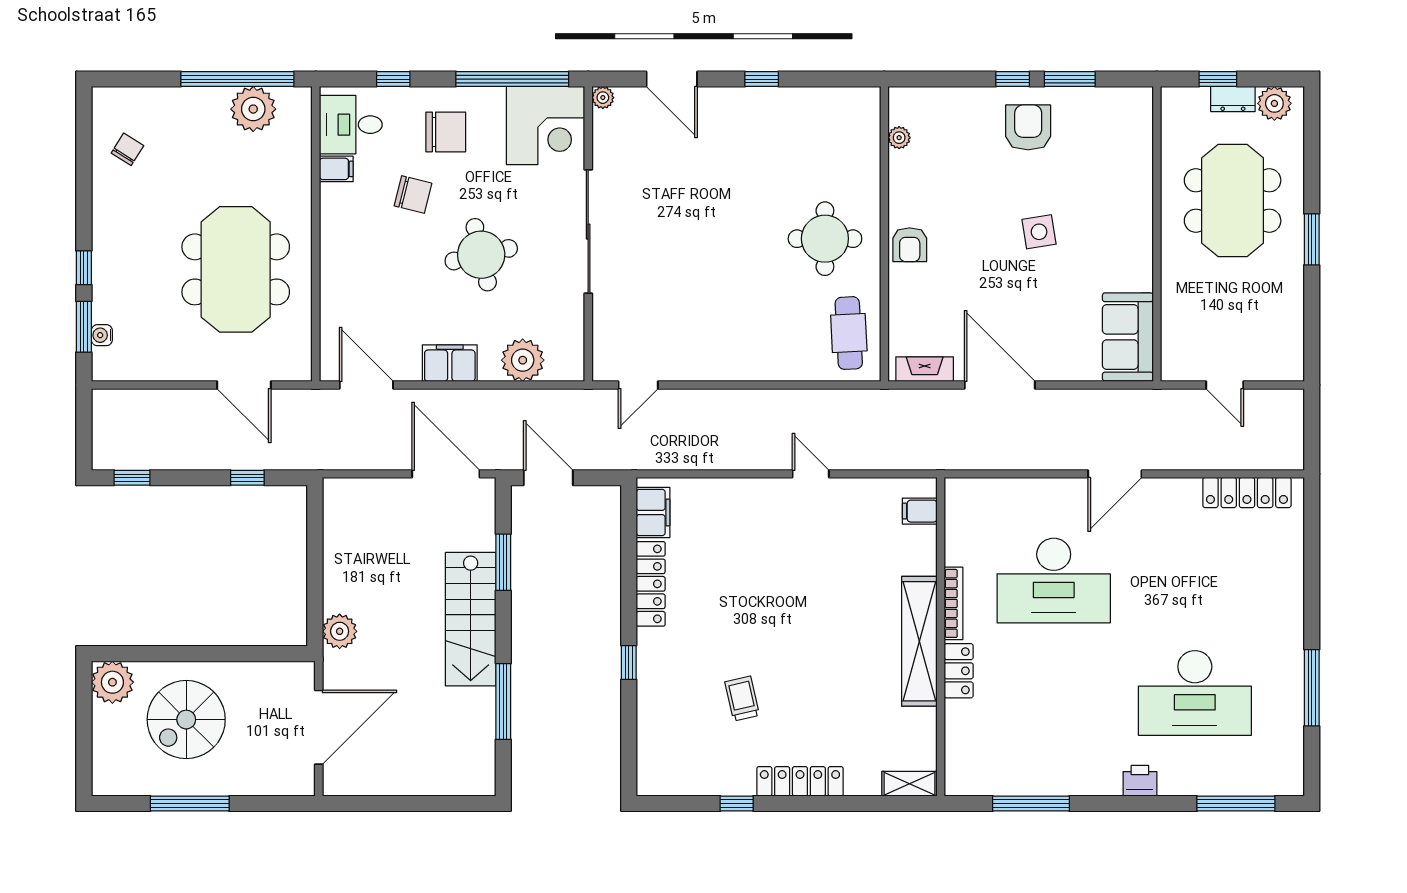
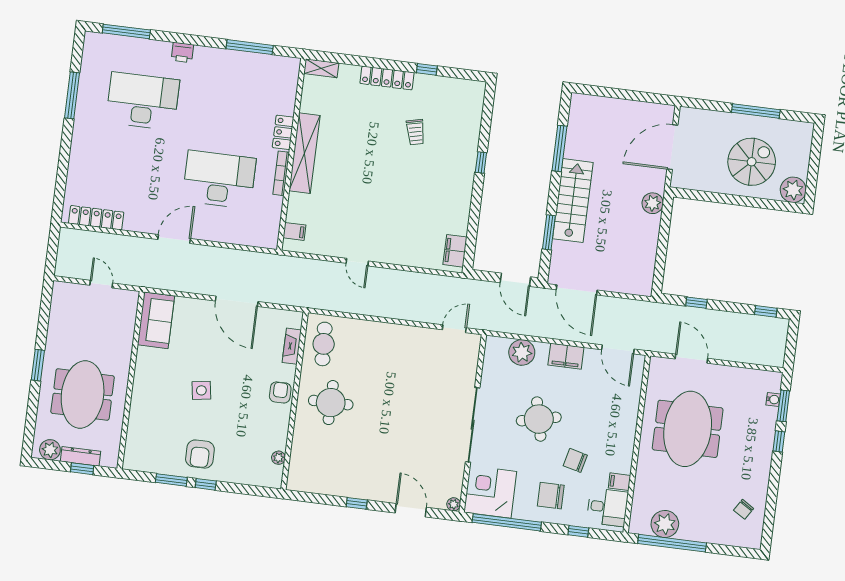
dresser: (1233, 99) -> (80, 456), width x1.44
fireplace: (925, 369) -> (292, 346), moved, turned 90
locker: (651, 584) -> (462, 208), removed

